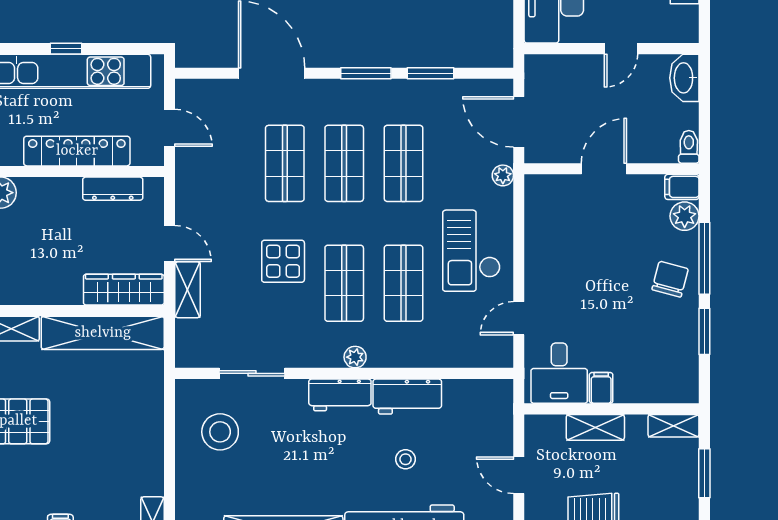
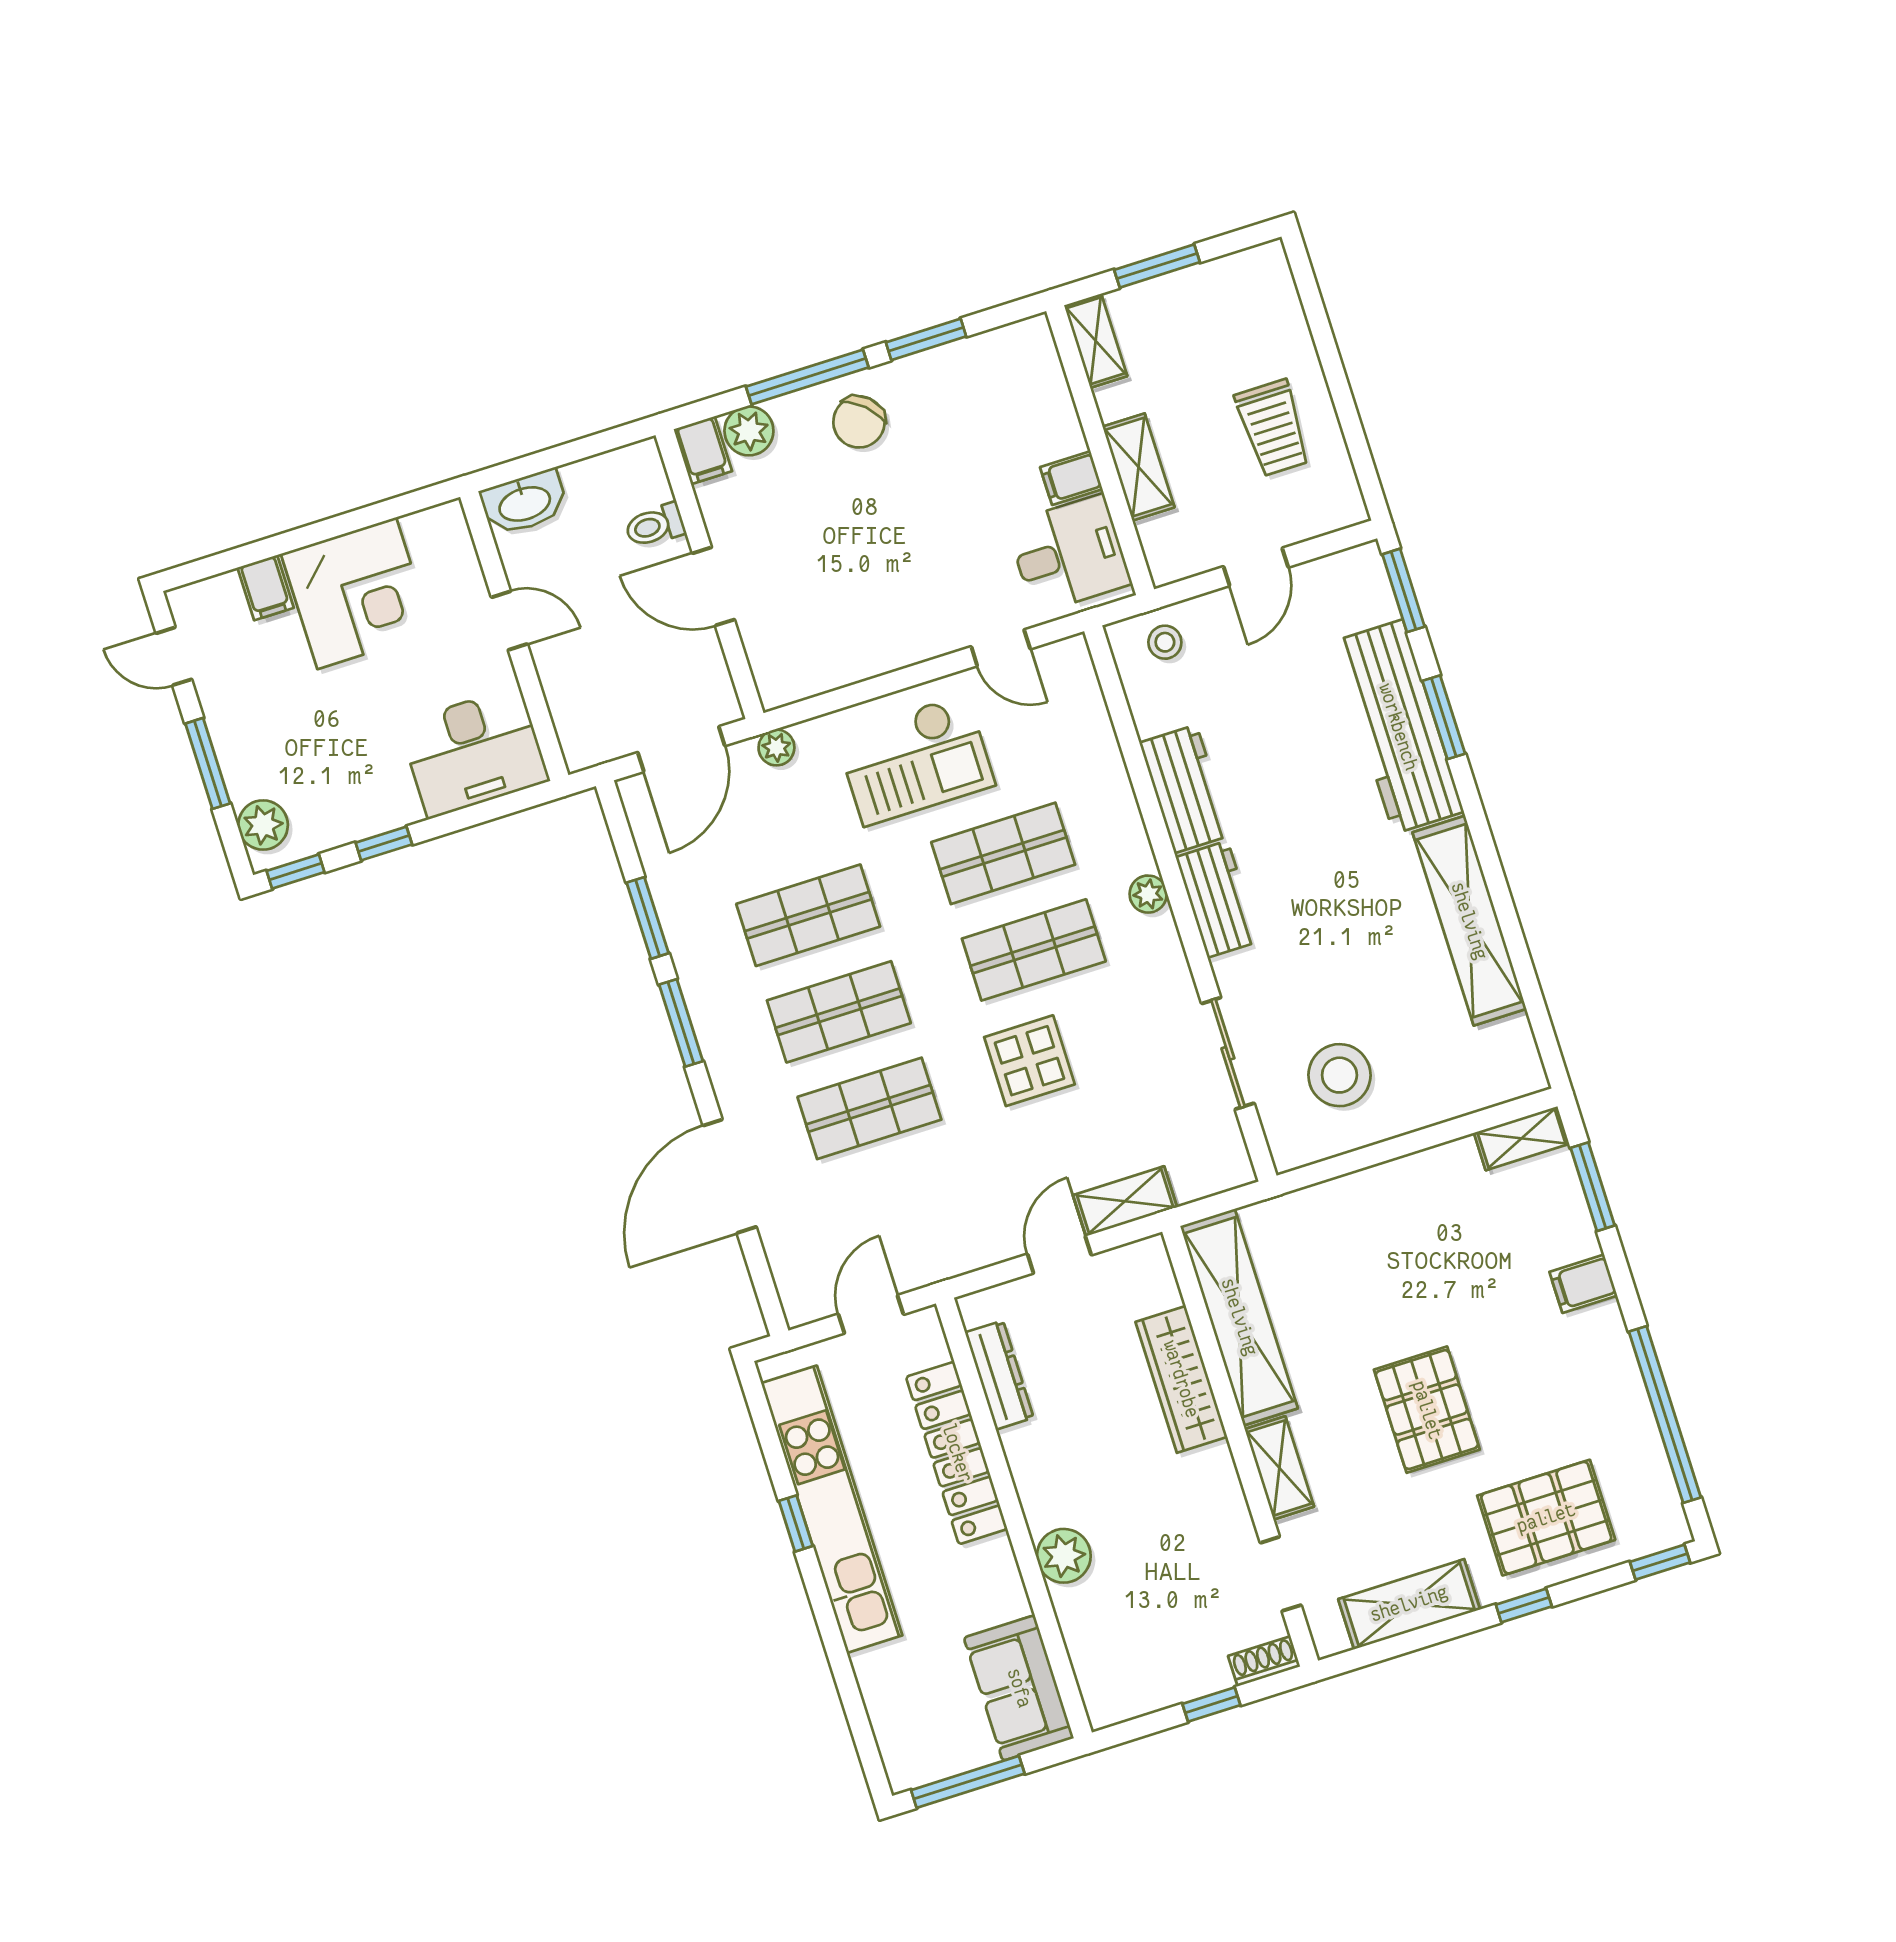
toilet: (689, 147) -> (655, 525), moved
chair: (670, 279) -> (859, 422), turned -62
wardrobe: (124, 290) -> (1181, 1379), moved
stool: (406, 459) -> (1165, 642), moved

